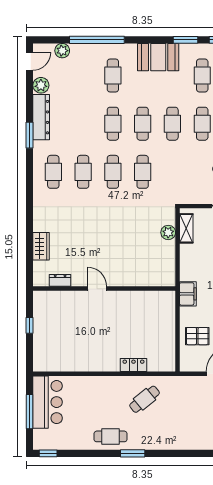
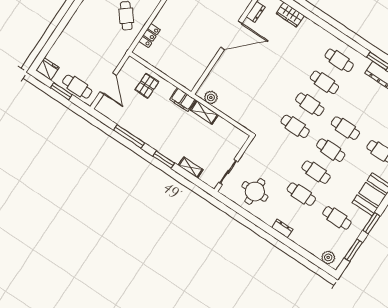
shelving: (186, 228) -> (204, 112), moved
plant: (168, 232) -> (211, 97), moved
door: (97, 289) -> (231, 35), width x1.88
locker: (133, 365) -> (150, 36), moved

